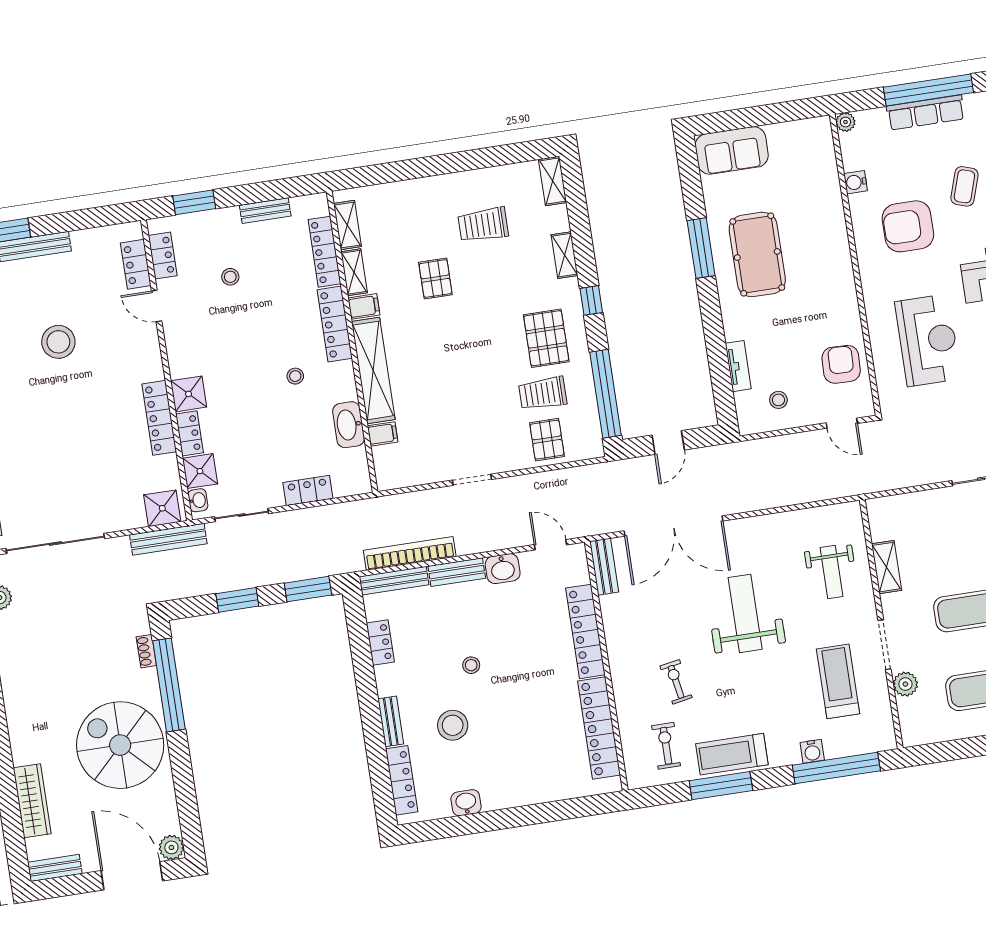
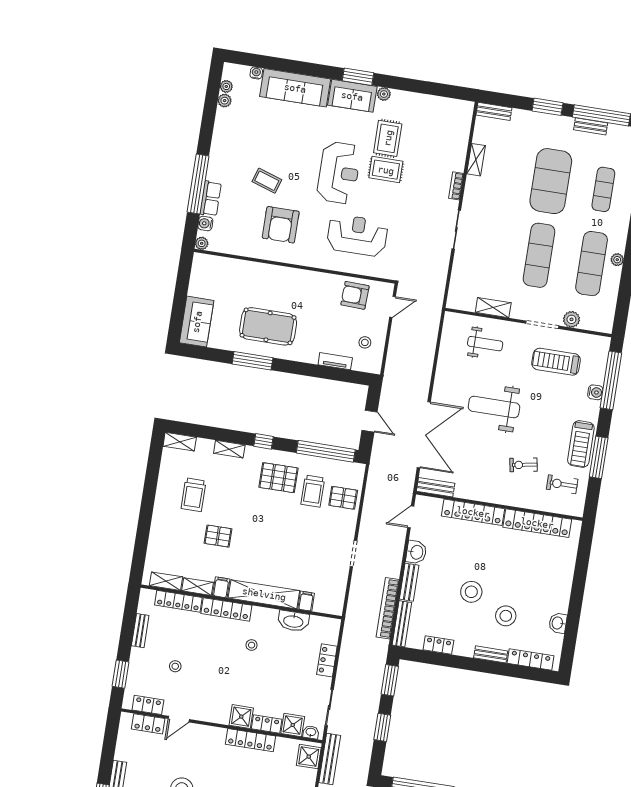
row of seats: (926, 112) -> (211, 199), width x0.68
water cooler: (856, 182) -> (205, 223), moved, turned 90
stool: (471, 665) -> (471, 592), width x1.89, depth x1.89

